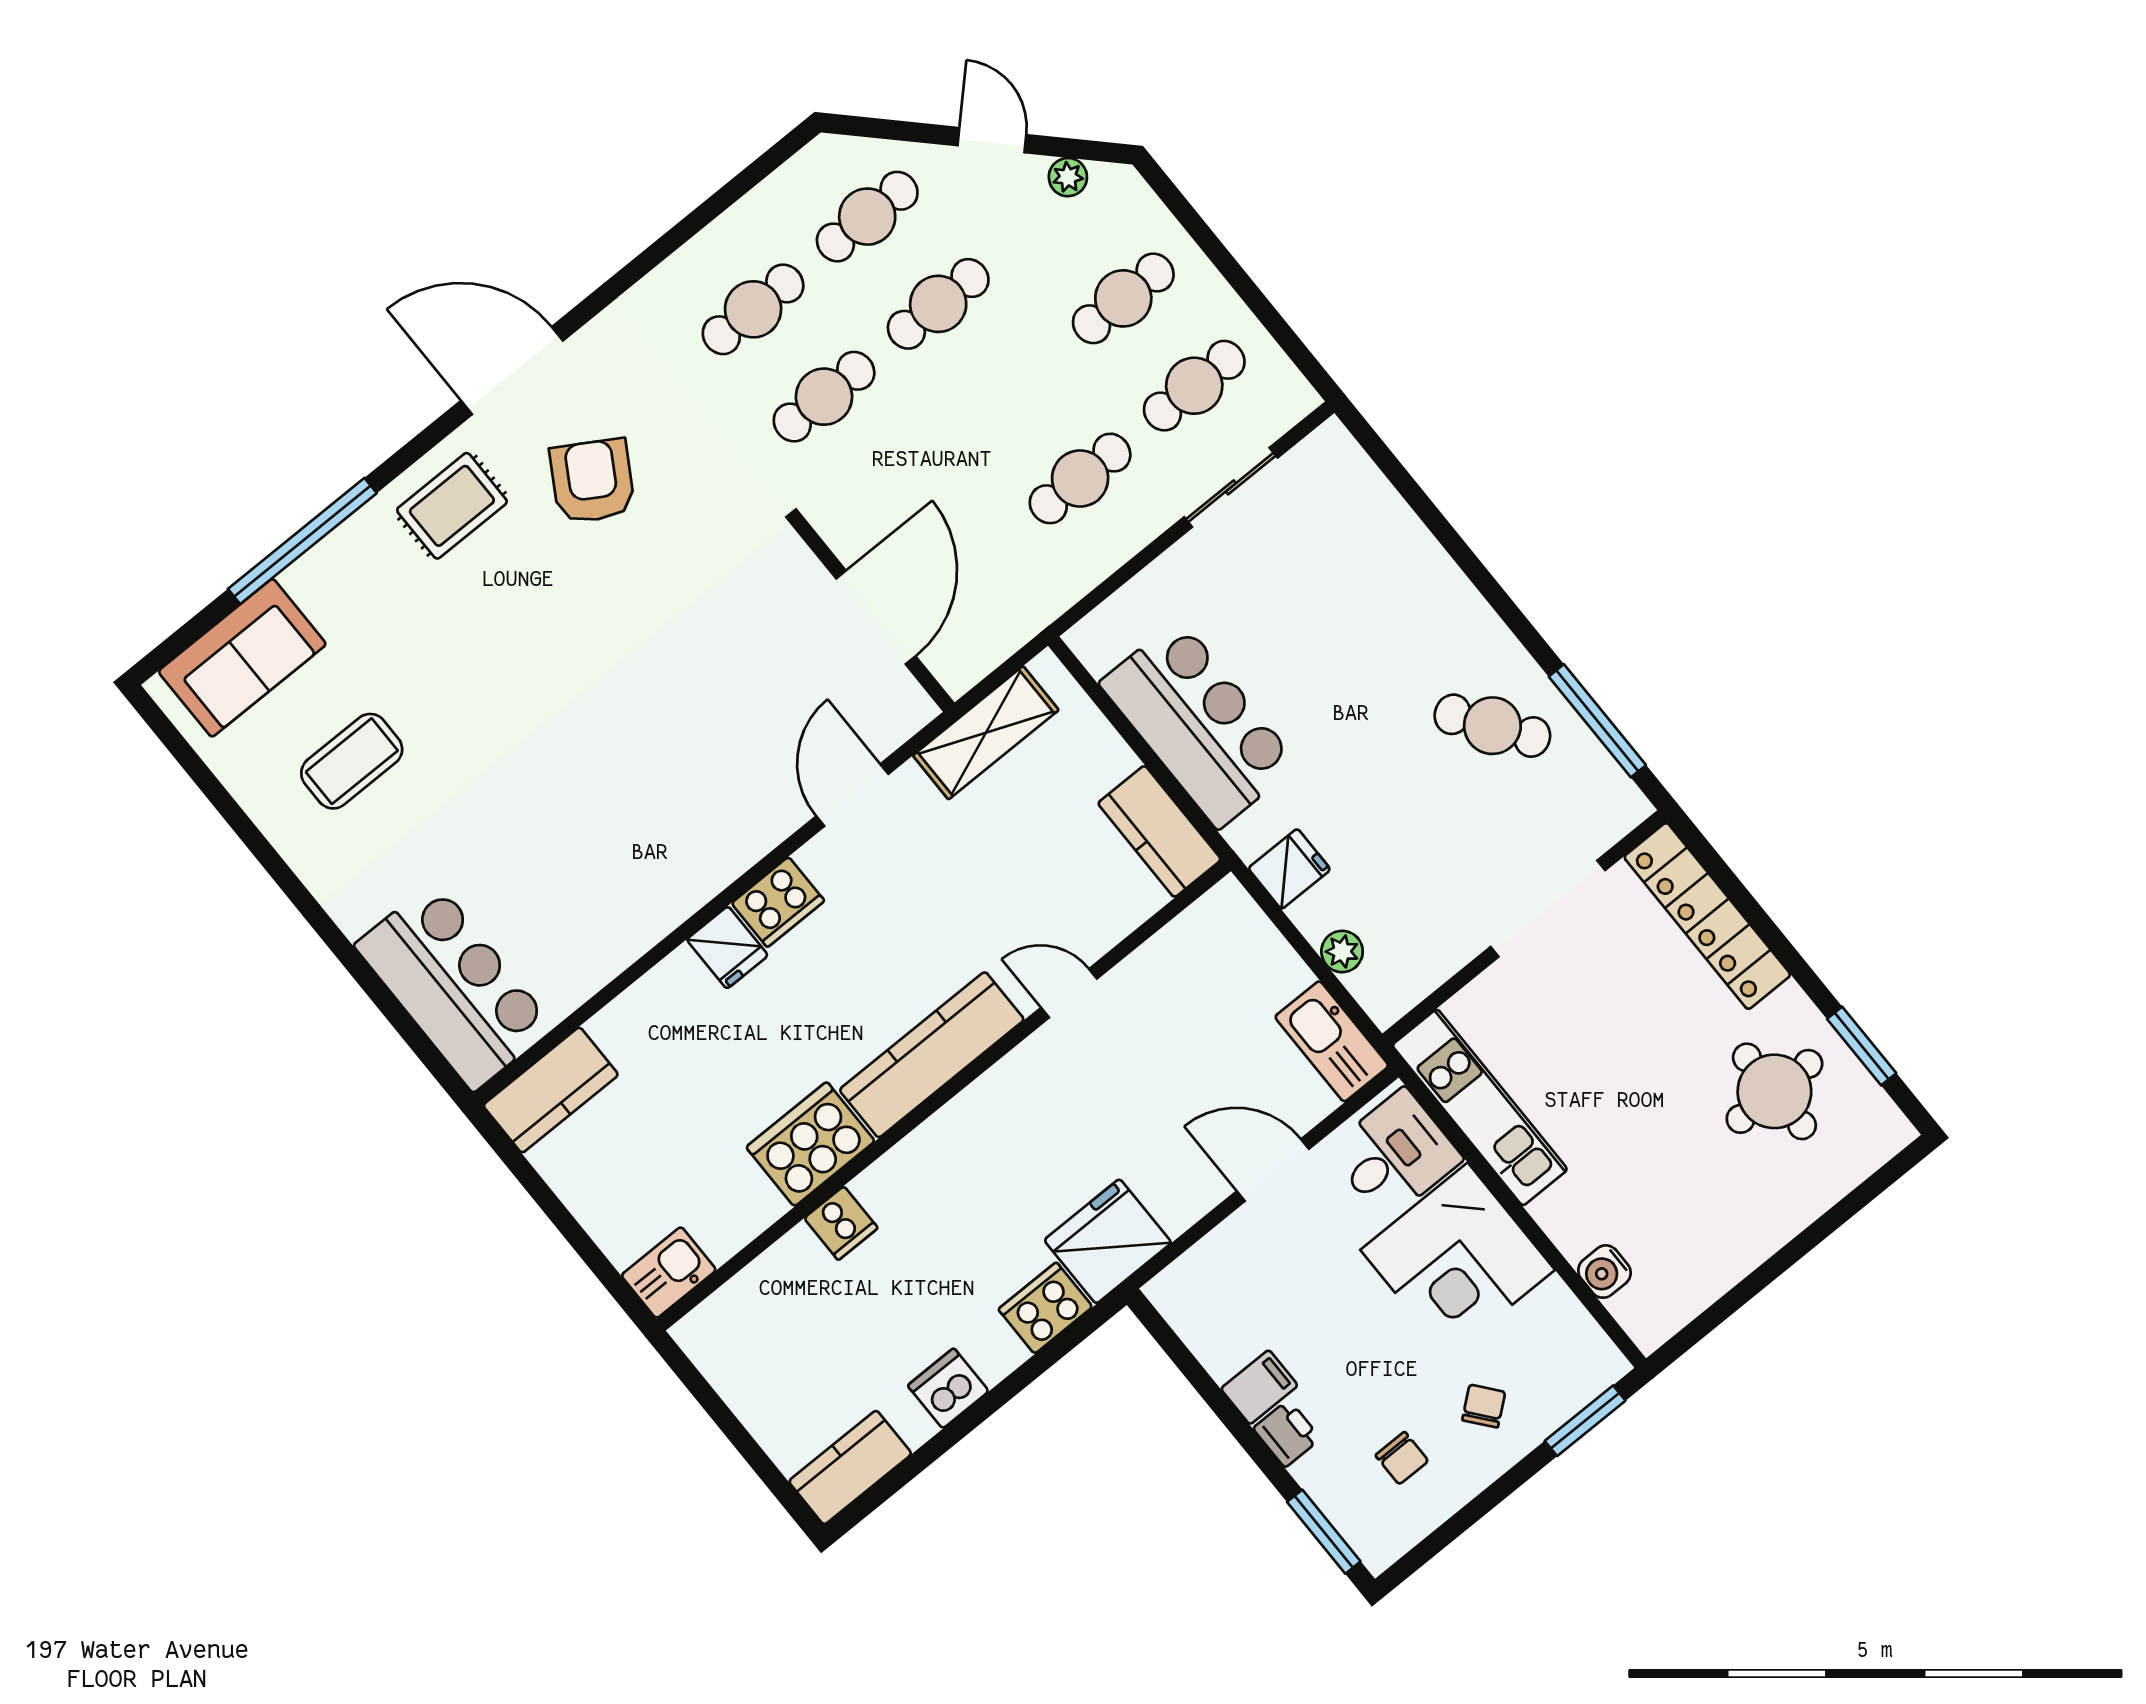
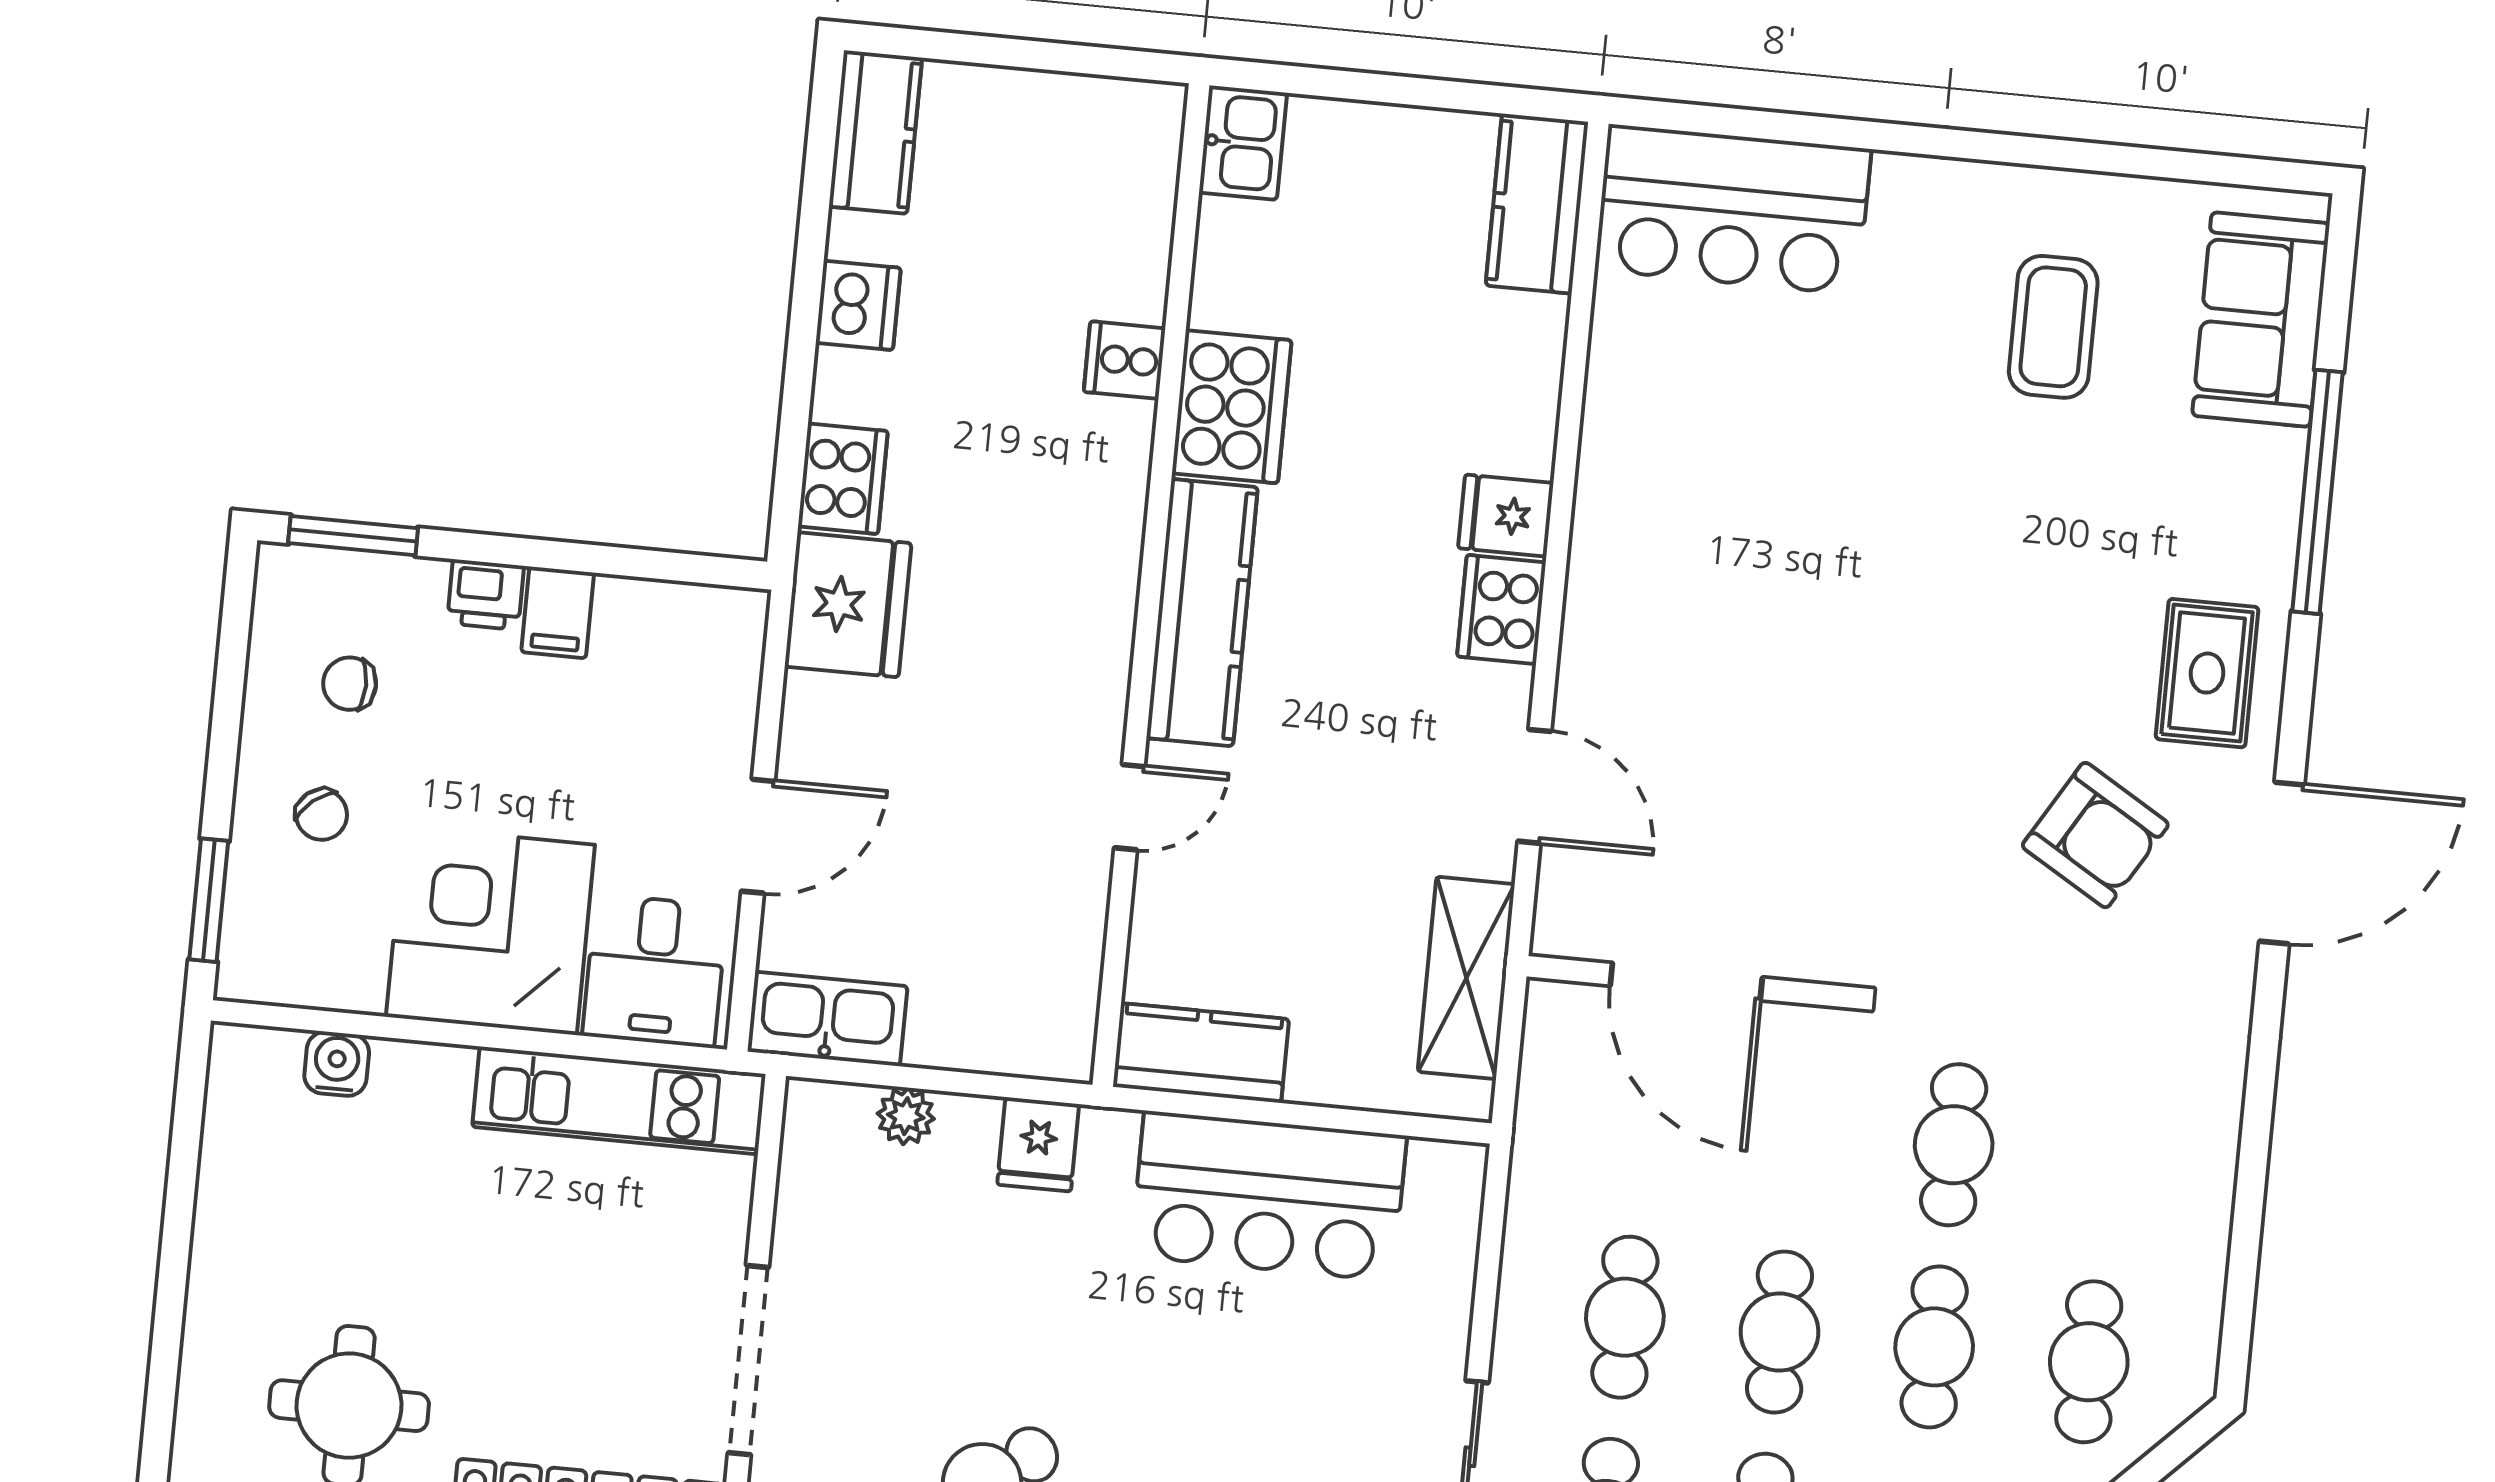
cafe table: (753, 309) -> (1780, 1332), moved

